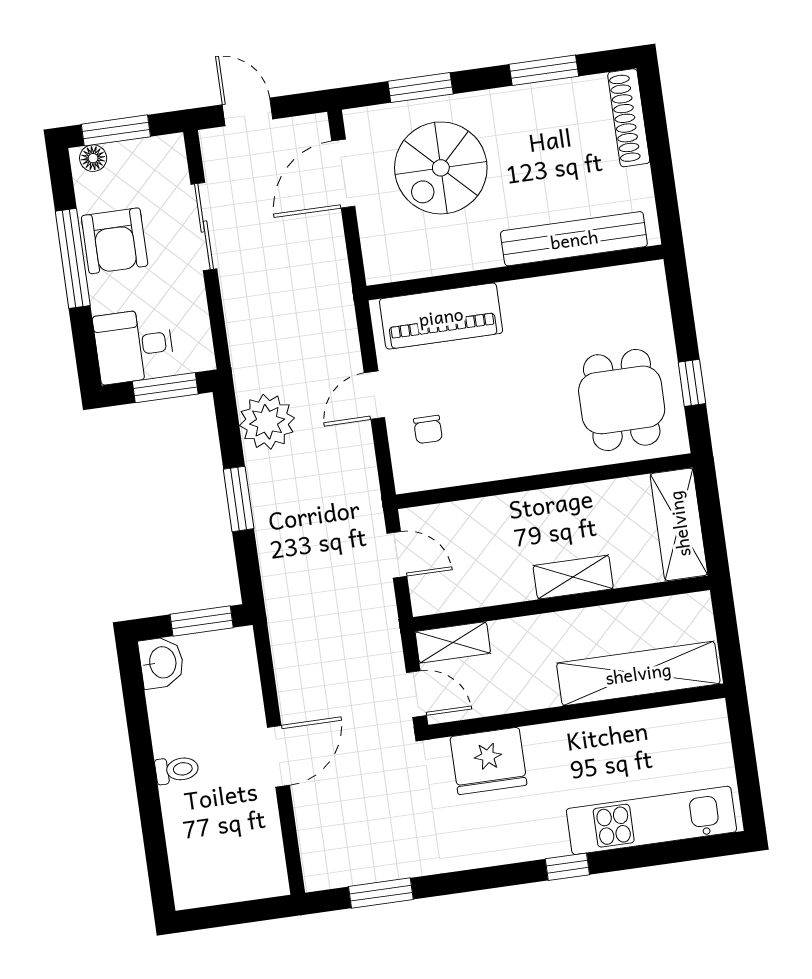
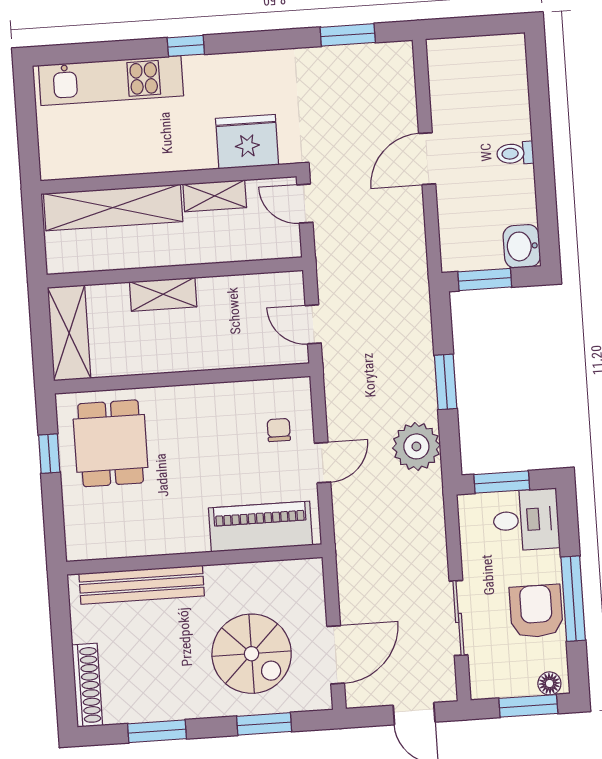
spiral stairs: (441, 168) -> (252, 654), turned 90
shelving: (453, 642) -> (215, 196), moved

